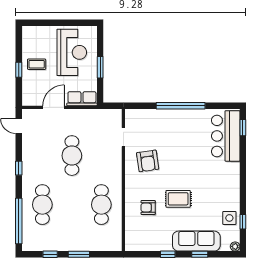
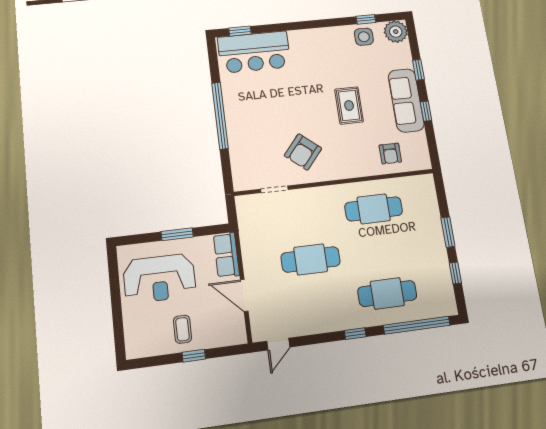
reception desk: (72, 52) -> (159, 278), turned 180
armchair: (148, 161) -> (303, 152), turned 138
window: (19, 168) -> (355, 334), moved
armchair: (148, 208) -> (390, 154), moved
sofa: (196, 241) -> (406, 100), moved
plant: (235, 246) -> (396, 32), width x1.88, depth x1.88

